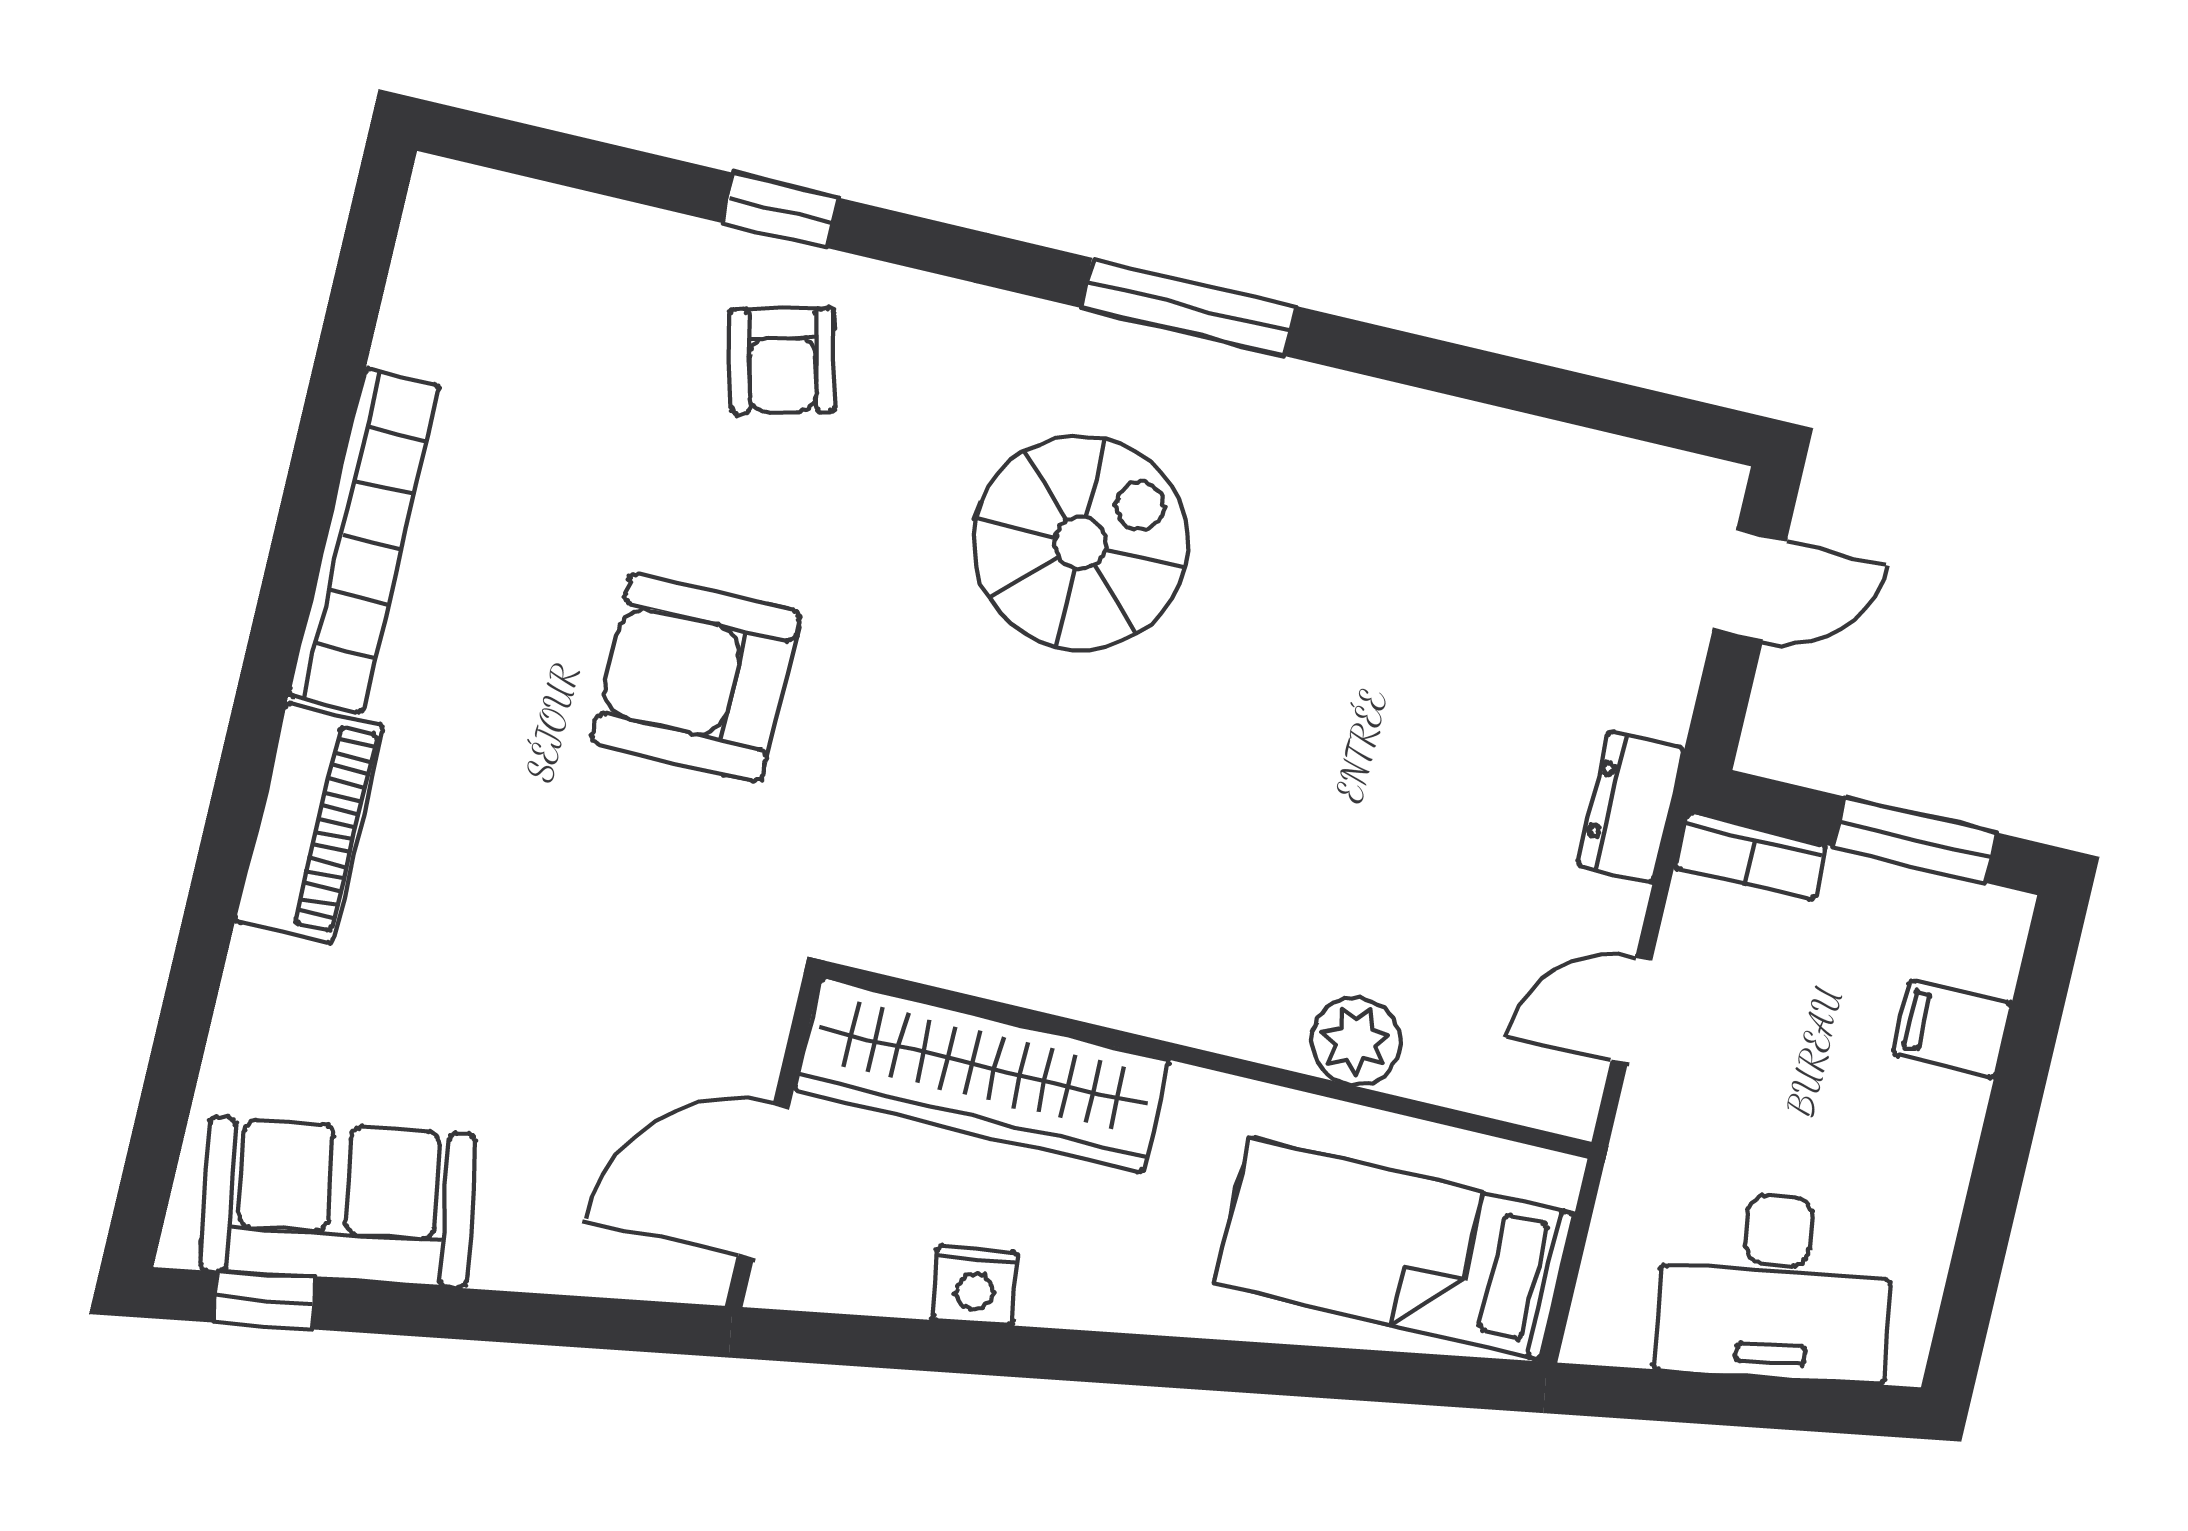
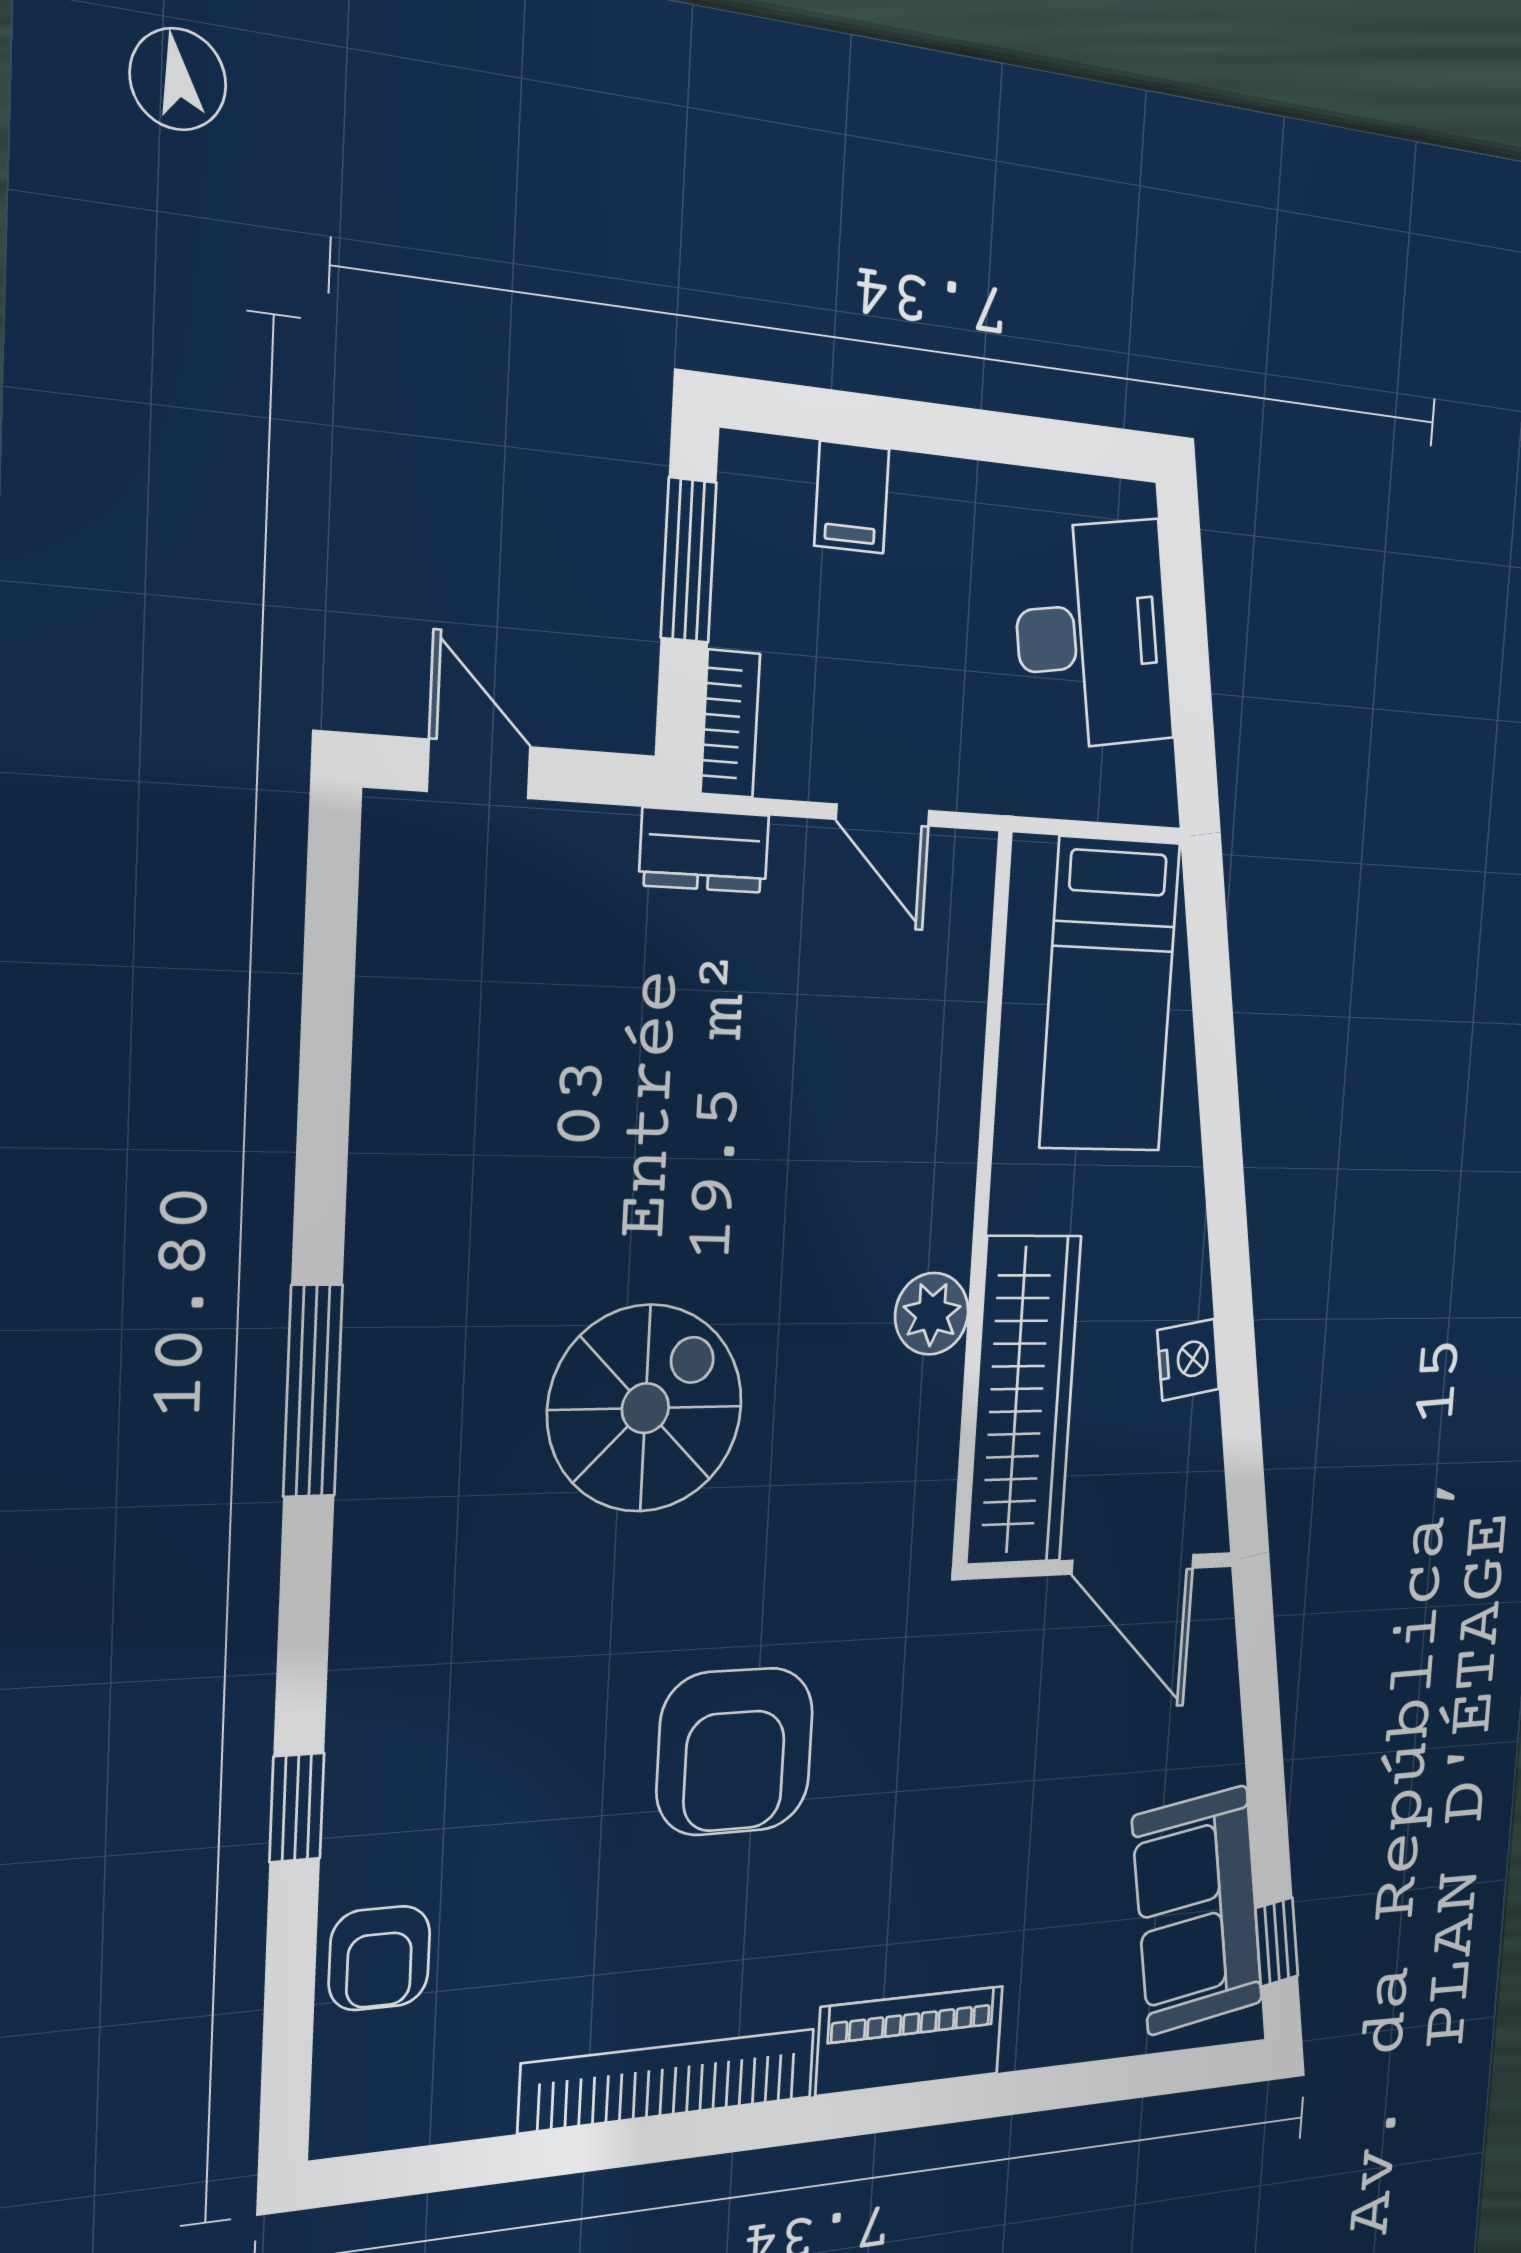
armchair: (783, 360) -> (379, 1958), moved, turned 104
spiral stairs: (1080, 543) -> (645, 1408), moved, turned 90
plant: (1356, 1041) -> (932, 1314), moved

